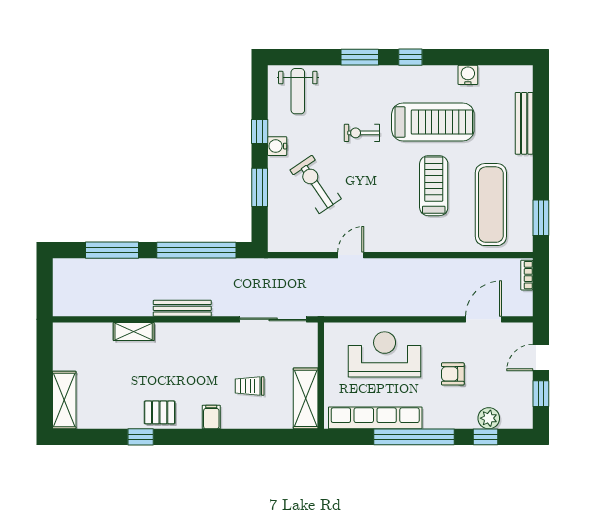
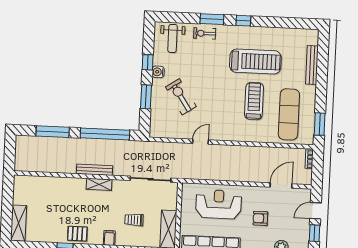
water cooler: (468, 75) -> (278, 33), removed
exercise bike: (362, 133) -> (205, 33), moved
shelving: (134, 332) -> (99, 184), moved

